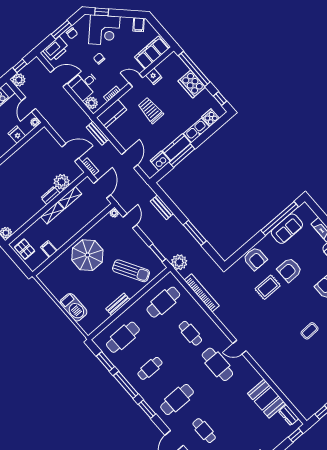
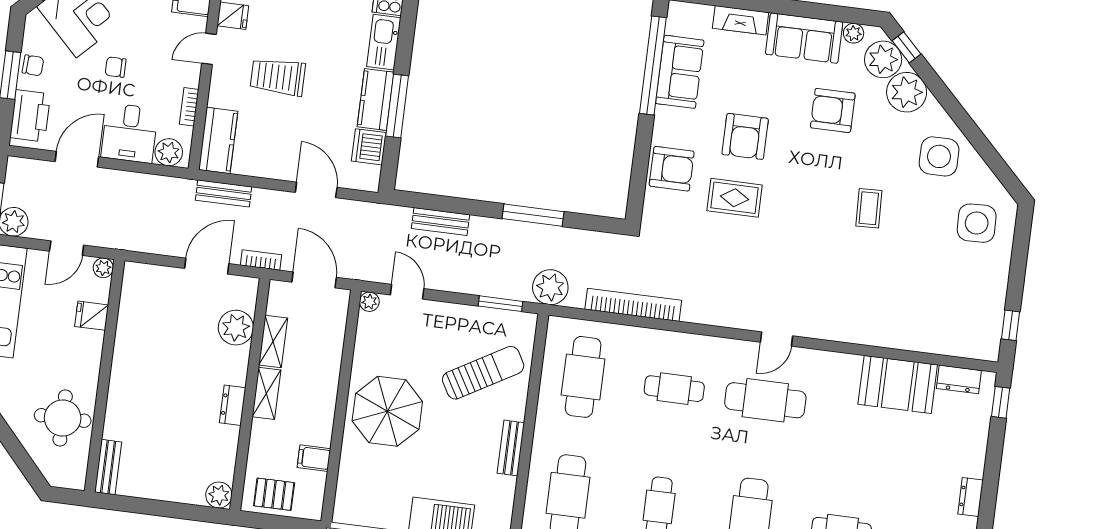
door: (29, 105) -> (67, 248), hinge flipped
dresser: (50, 195) -> (233, 405), moved
rug: (268, 287) -> (735, 198), turned 90

